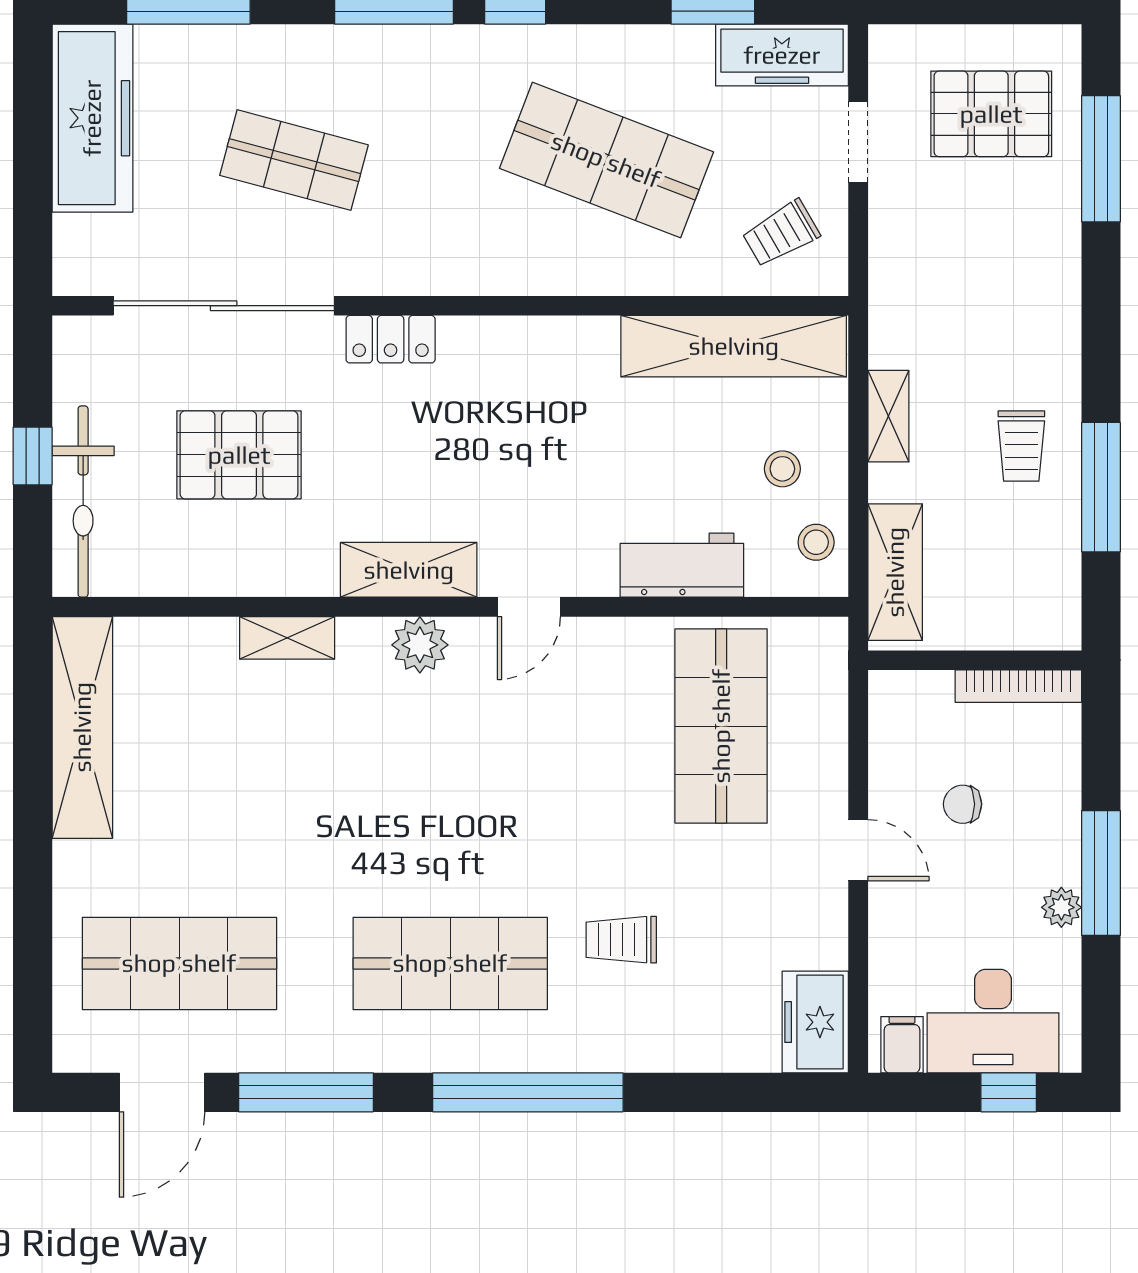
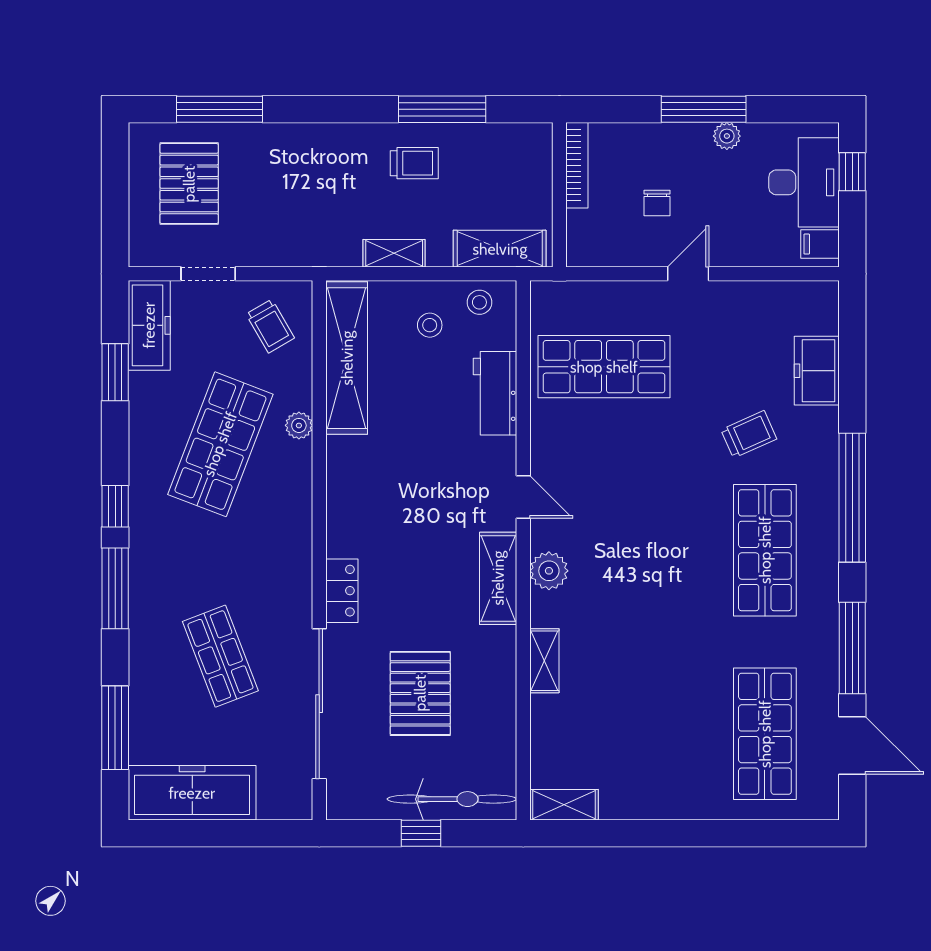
shop shelf: (294, 160) -> (220, 656), turned -36
plant: (634, 276) -> (299, 425), added
shelving: (82, 727) -> (564, 805), width x0.45, depth x0.75
trolley: (621, 940) -> (749, 434), turned -114
freezer: (815, 1022) -> (817, 371), moved, turned 90

